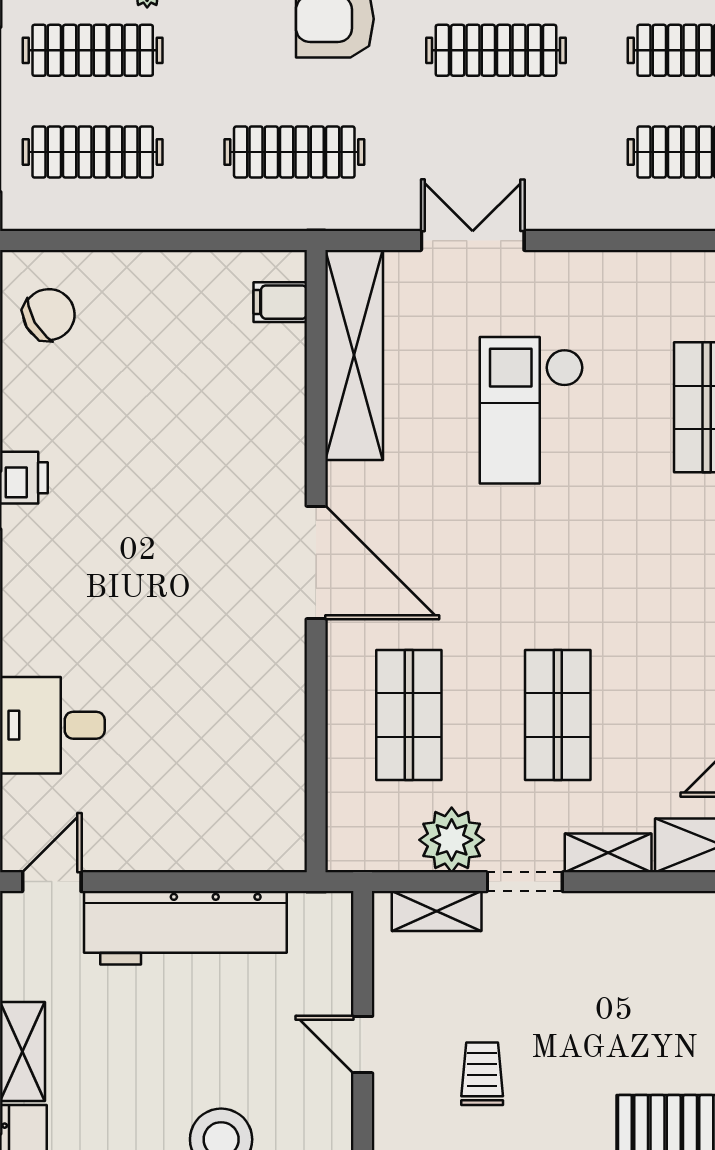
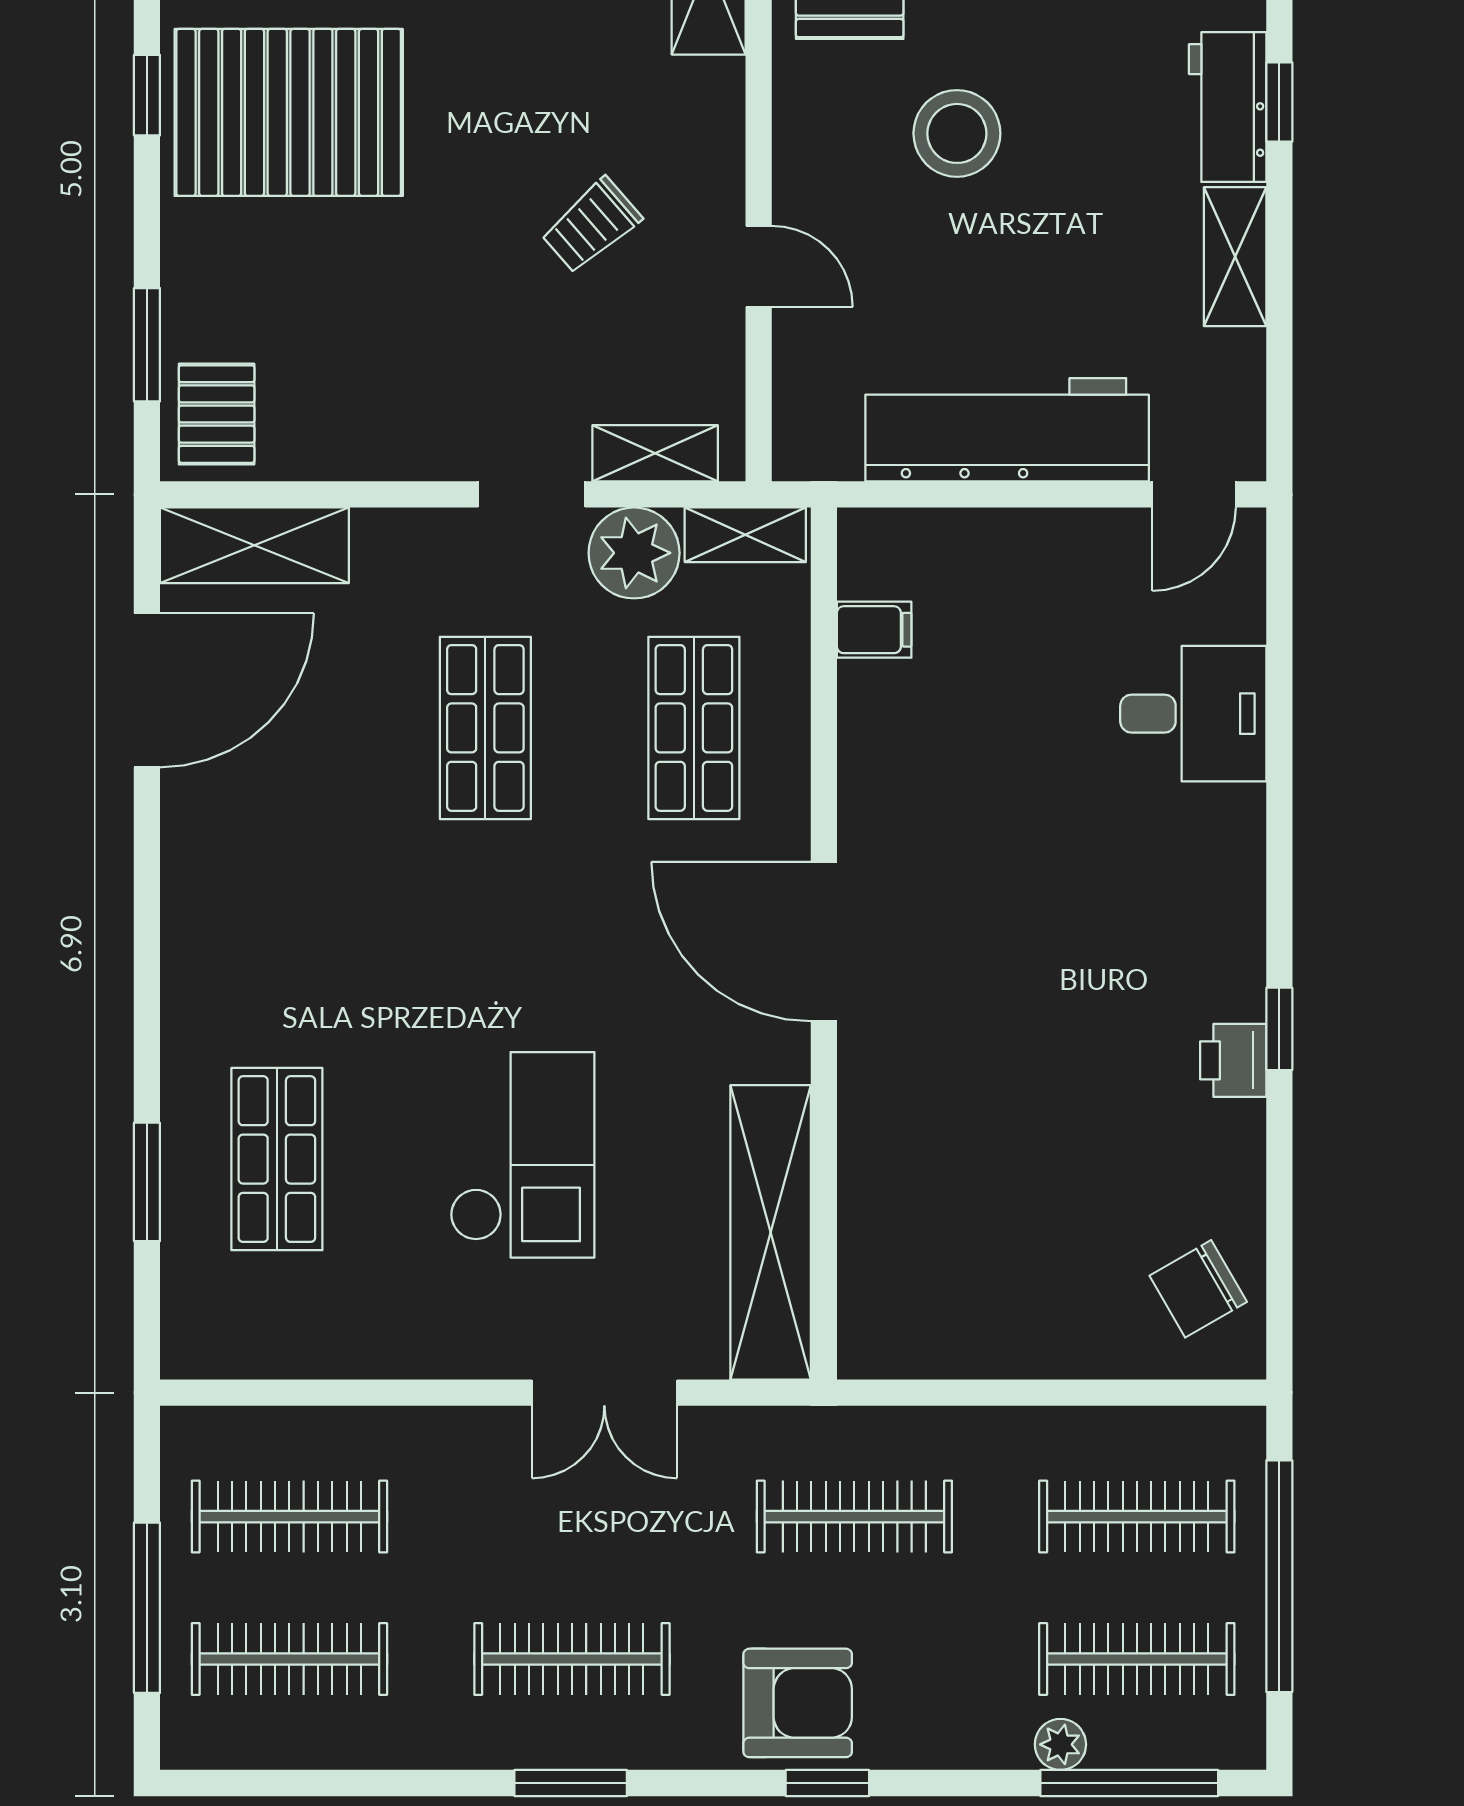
filing cabinet: (280, 302) -> (874, 630), moved
shelving: (608, 853) -> (745, 535), moved
trolley: (482, 1074) -> (591, 225), turned 49

